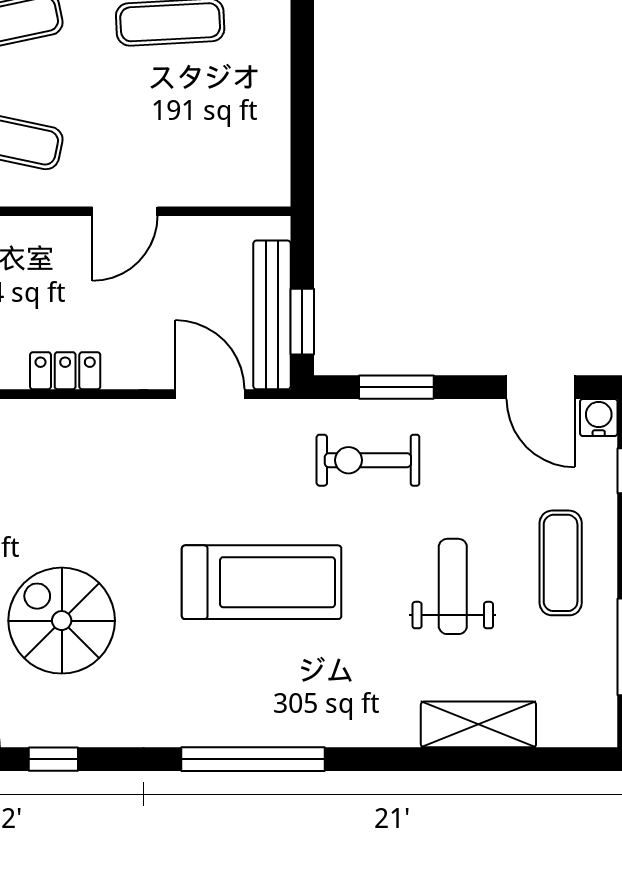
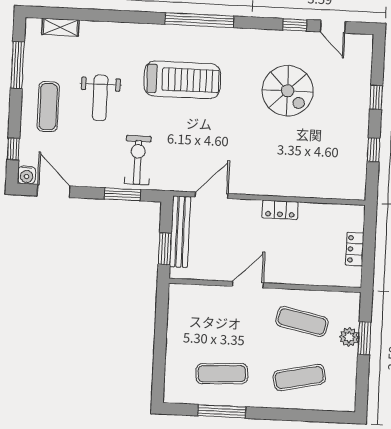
window: (302, 322) -> (165, 249), moved
door: (210, 394) -> (212, 195), swing flipped
exercise bike: (368, 460) -> (138, 160), turned -90
treadmill: (262, 582) -> (182, 80), moved, turned 180
shelving: (478, 724) -> (61, 27), moved, width x0.67, depth x0.75

